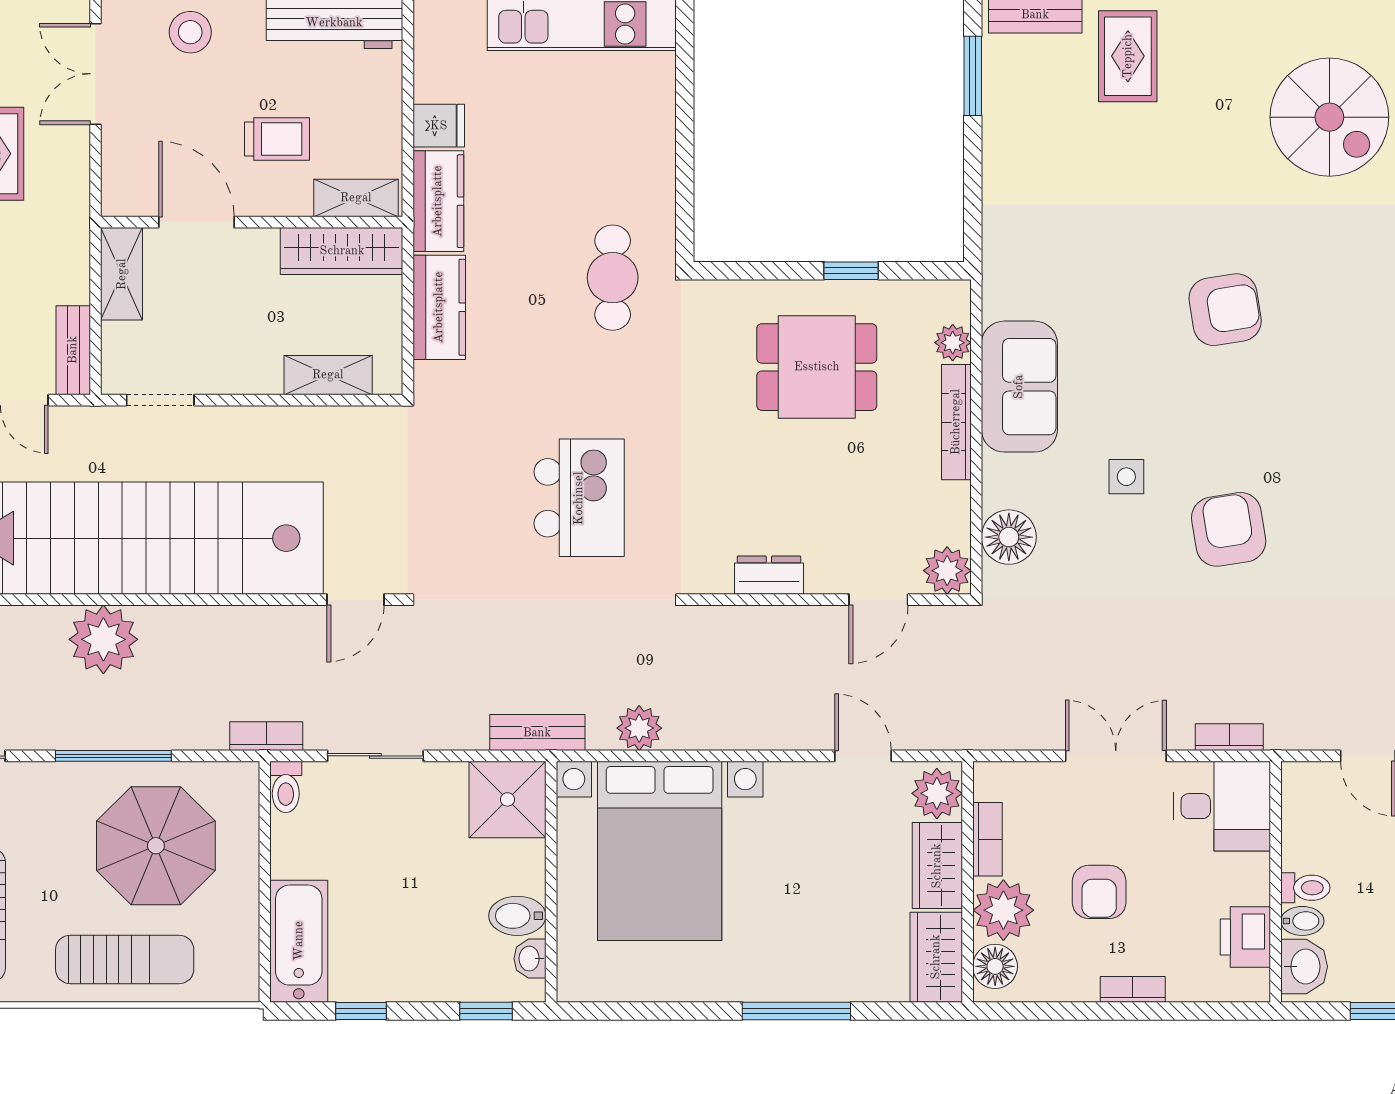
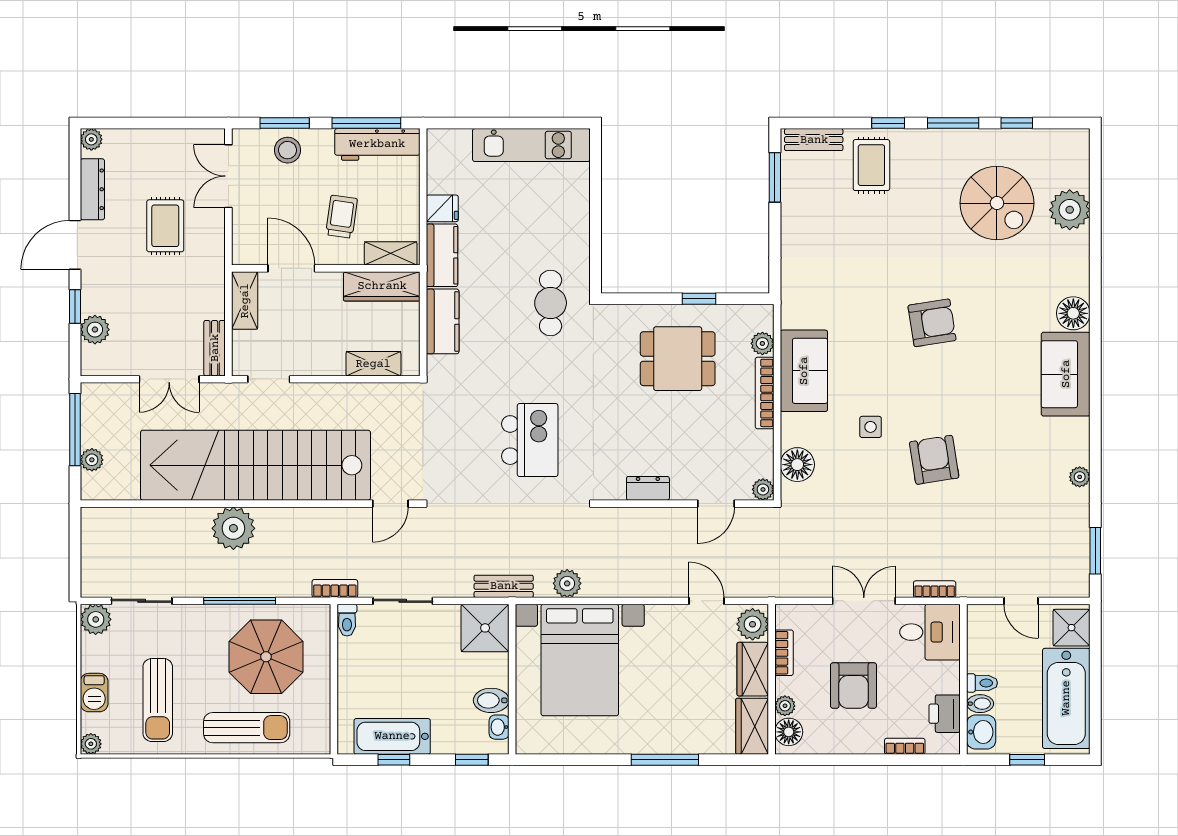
trolley: (277, 139) -> (342, 217), turned -82
plant: (947, 571) -> (763, 489), width x0.73, depth x0.73
armchair: (1099, 892) -> (854, 686), width x1.38, depth x1.38
plant: (1003, 910) -> (785, 706), width x0.53, depth x0.53
bathtub: (299, 941) -> (392, 736), moved, turned -90
bookcase: (1133, 989) -> (905, 746), moved

